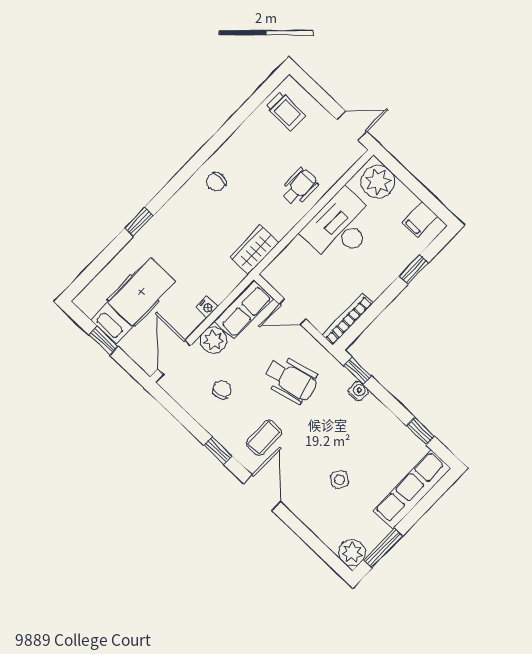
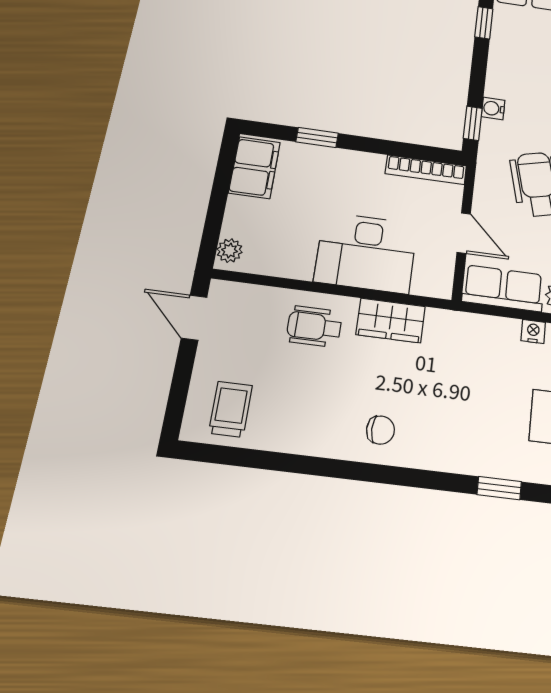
plant: (378, 182) -> (230, 251), width x0.53, depth x0.53
filing cabinet: (420, 219) -> (254, 168), width x2.00
desk: (340, 227) -> (366, 253), moved
wardrobe: (254, 250) -> (391, 320), moved

